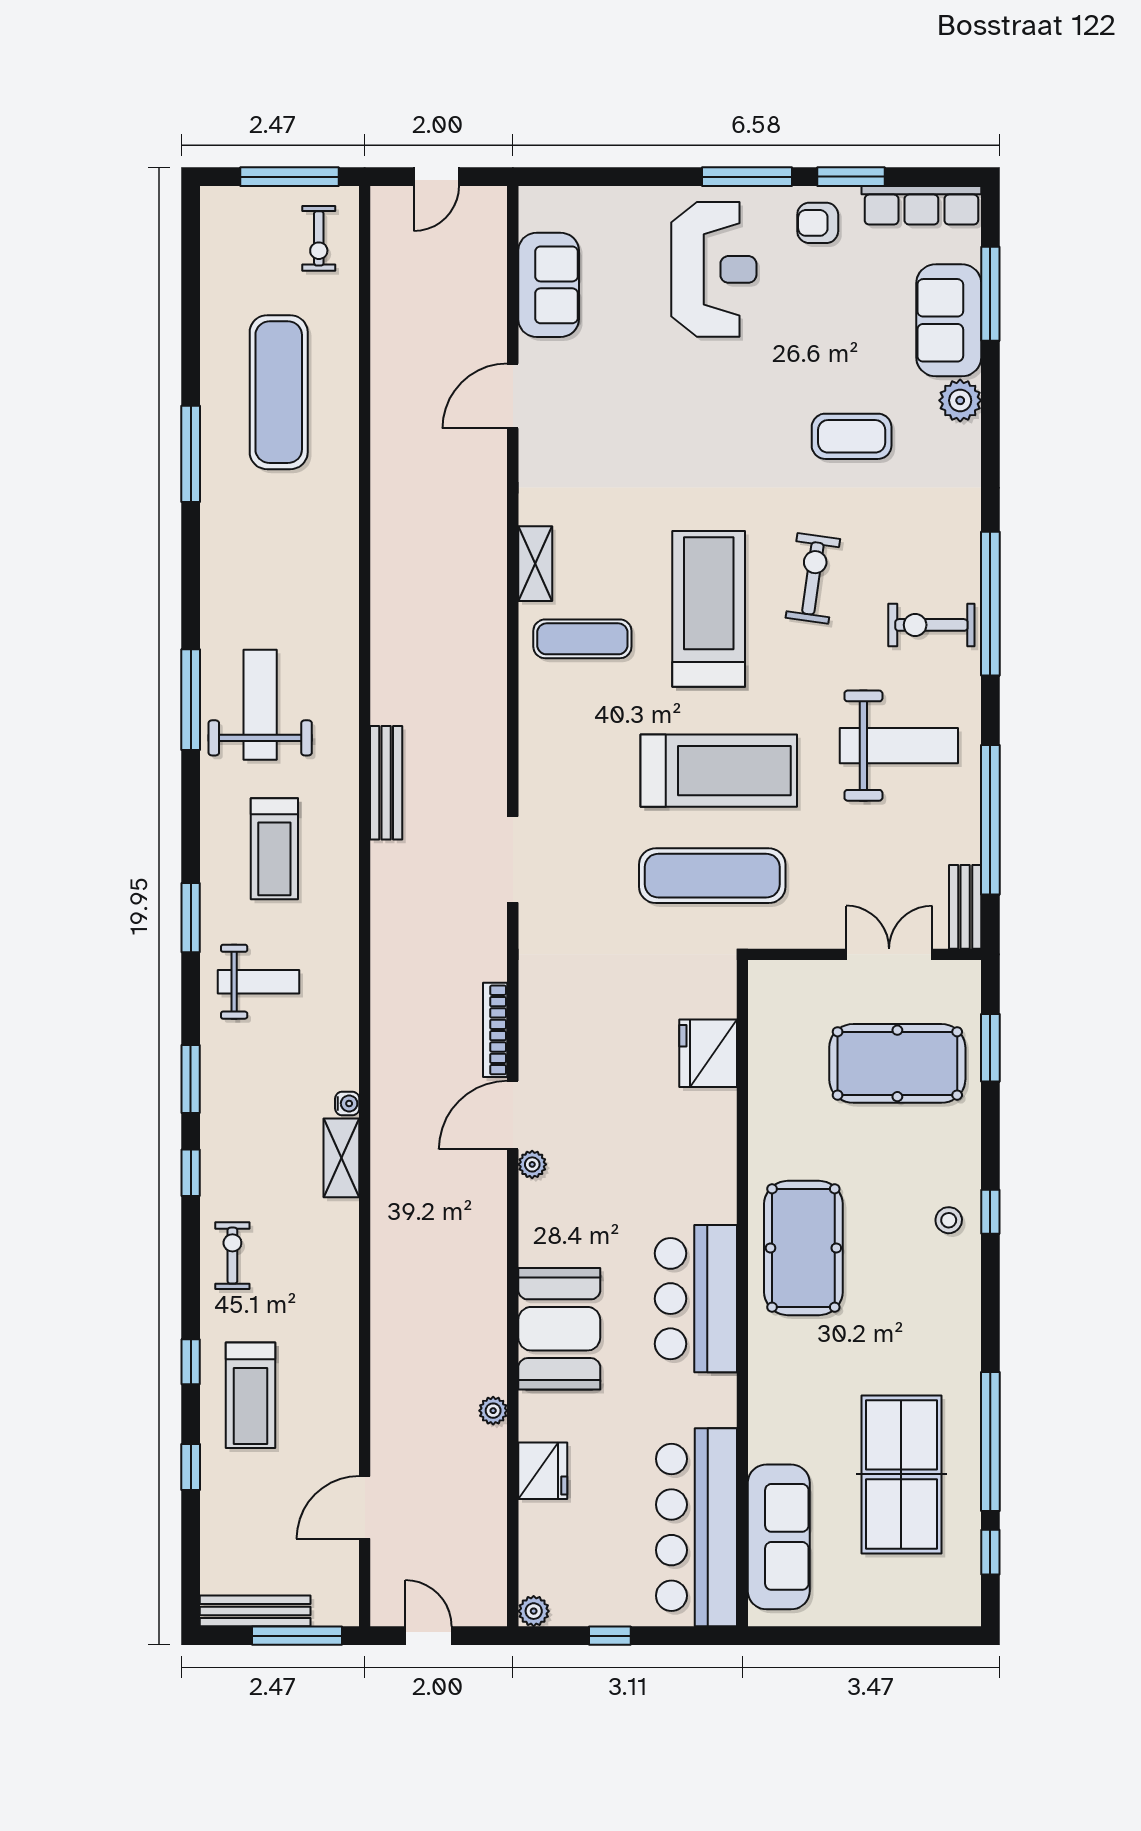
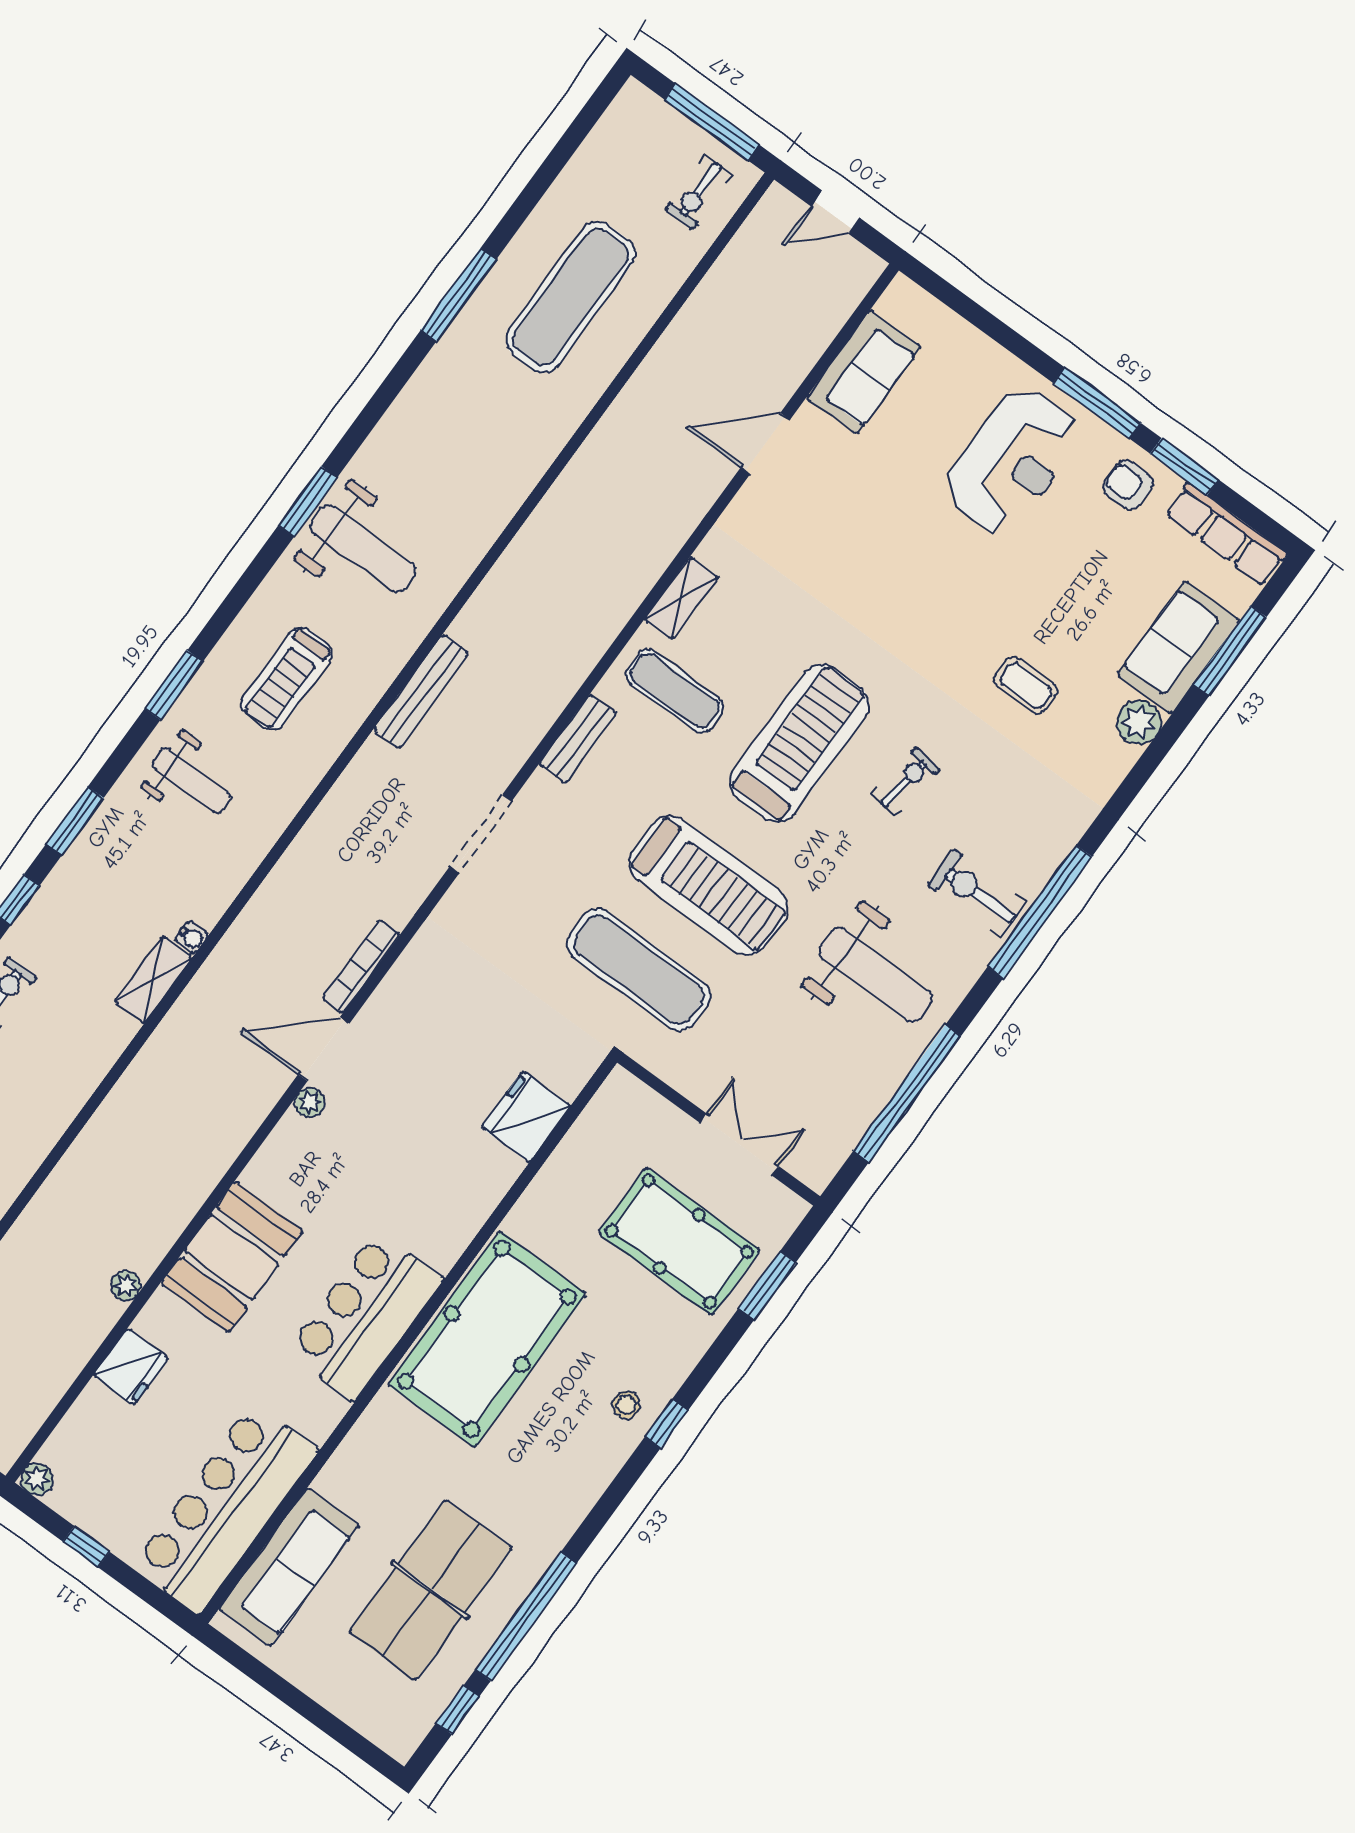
coffee table: (852, 436) -> (1026, 686), width x0.73, depth x0.77
exercise bike: (813, 578) -> (906, 781), width x0.73, depth x0.72
window: (191, 700) -> (308, 502), width x0.69
weight bench: (260, 705) -> (363, 549), turned 90
bench: (965, 907) -> (578, 739), moved
pool table: (803, 1248) -> (487, 1339), width x1.36, depth x1.32

